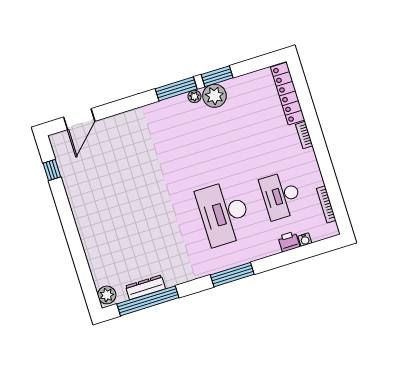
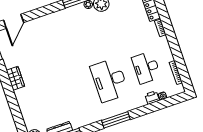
wardrobe: (80, 207) -> (15, 78), added

